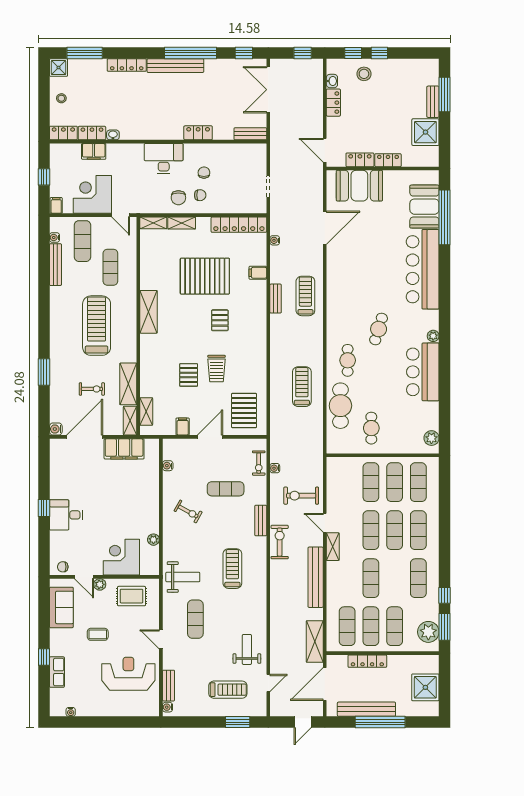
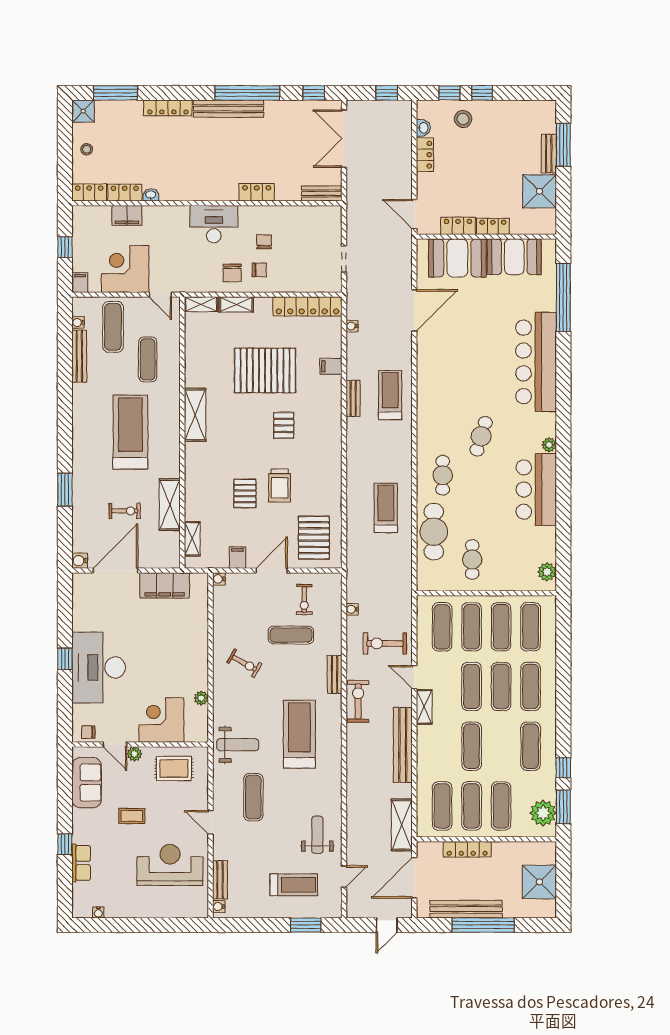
booth: (424, 207) -> (514, 257), moved, turned 90
shelving: (130, 421) -> (172, 550), removed
exercise bike: (259, 463) -> (304, 600), moved
water cooler: (168, 466) -> (219, 579), moved
exercise mat: (347, 482) -> (442, 627), added
desk: (66, 515) -> (99, 668), width x1.87, depth x1.30
treadmill: (232, 569) -> (299, 734), width x1.37, depth x1.38

